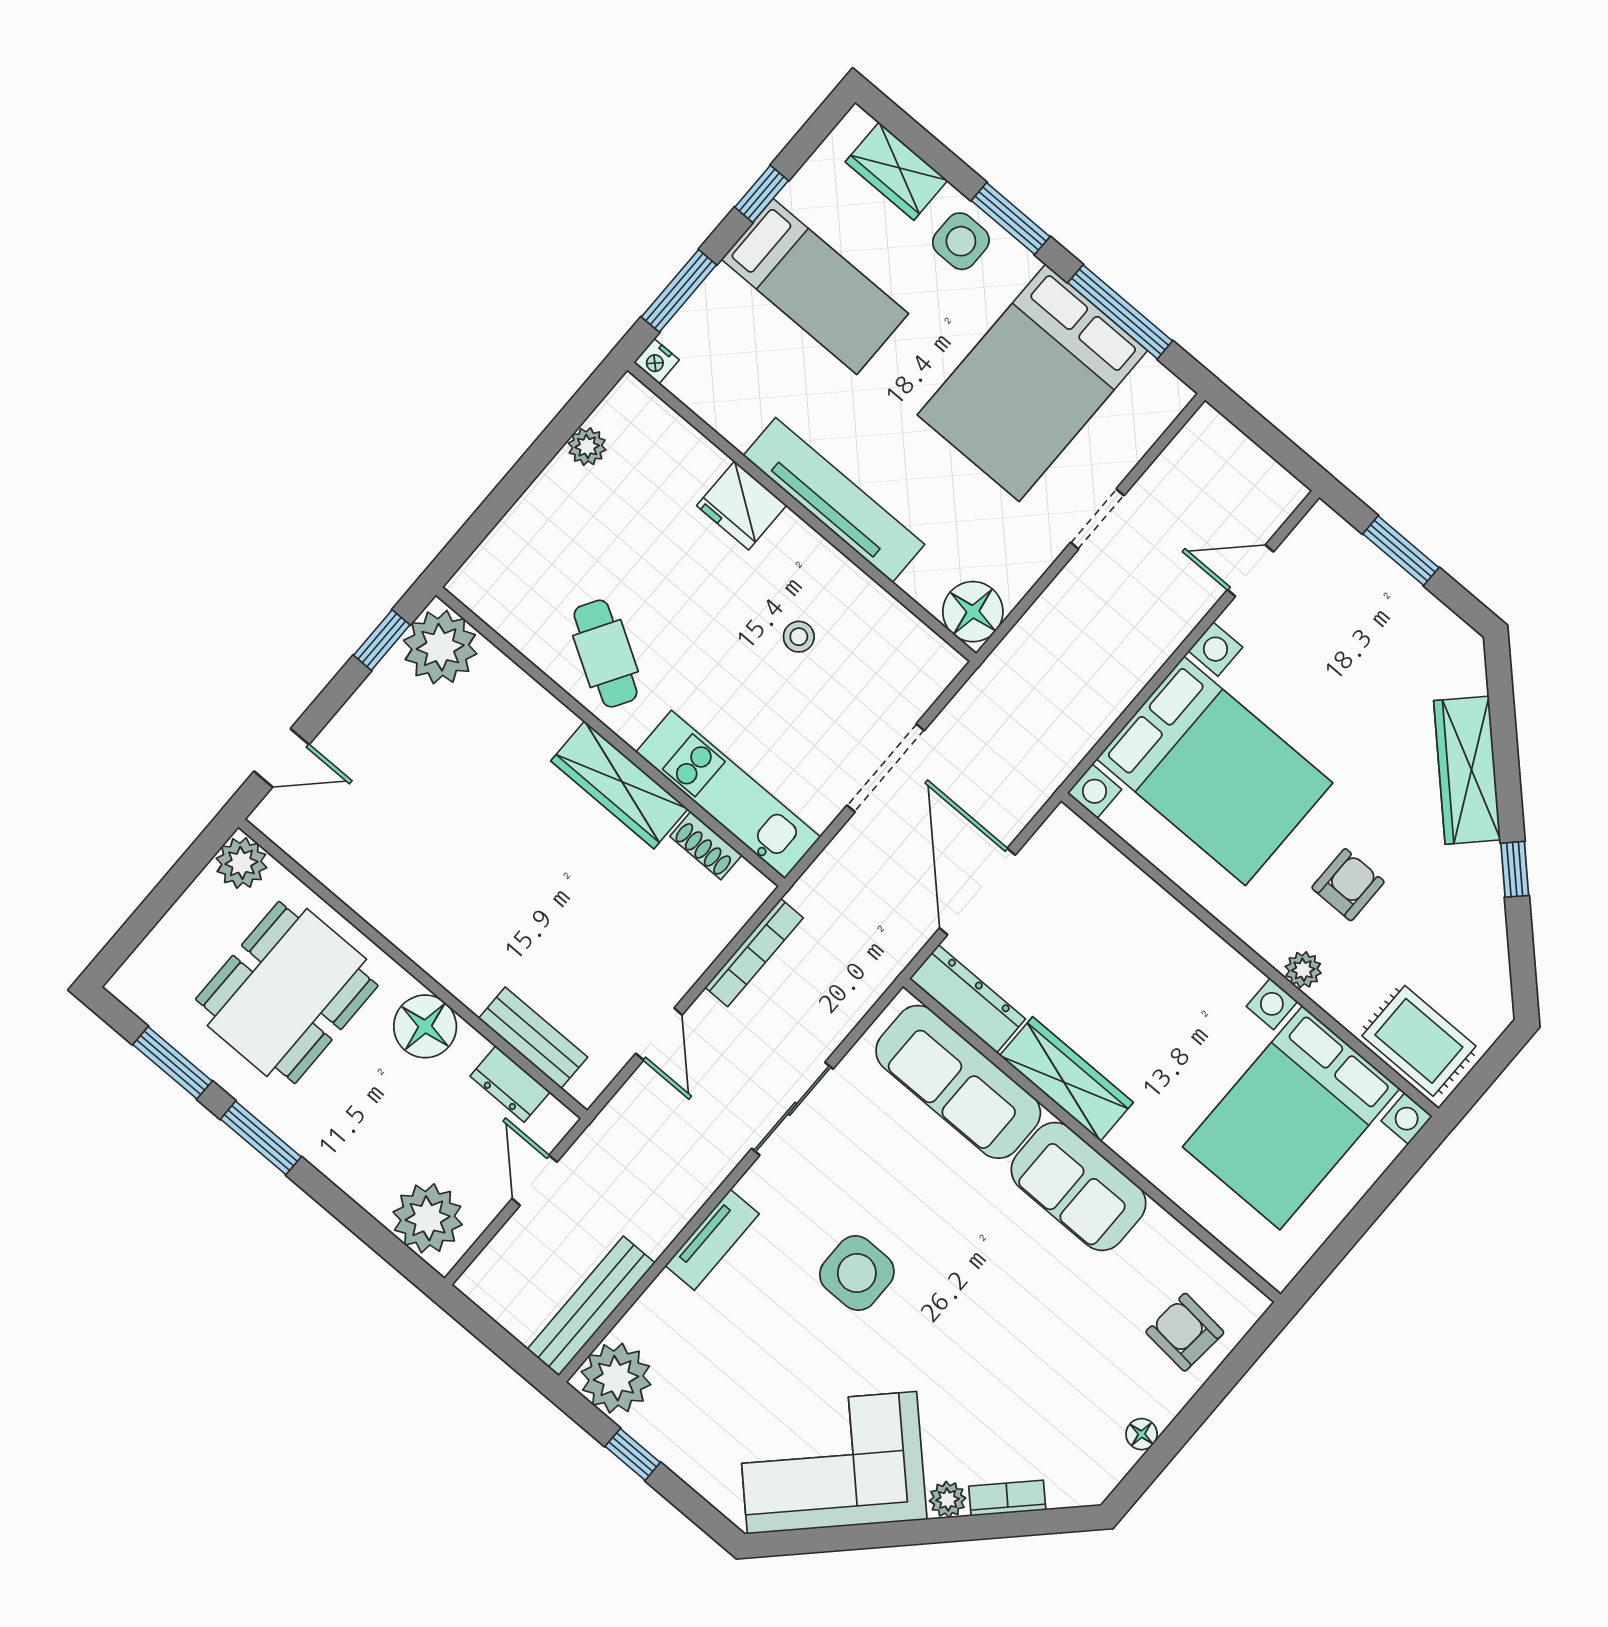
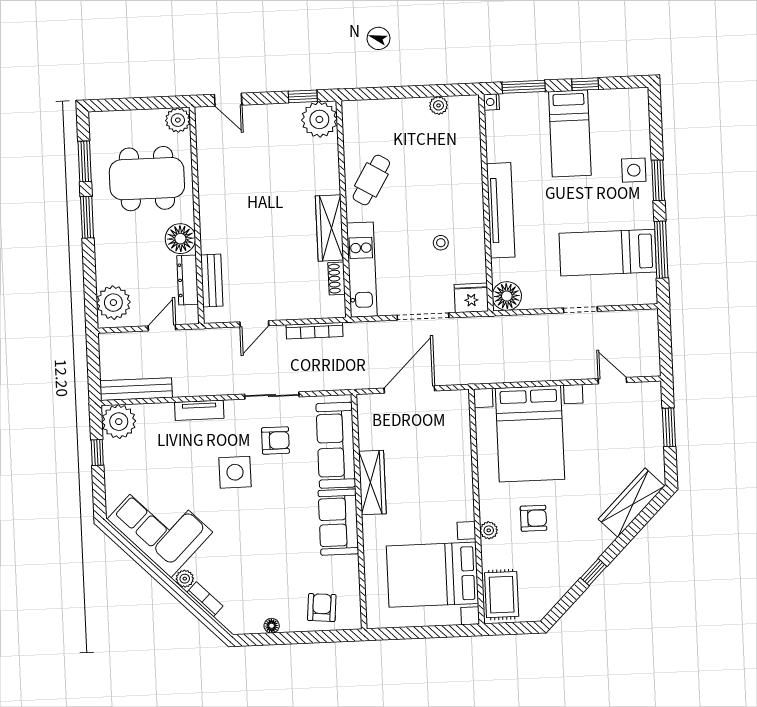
wardrobe: (896, 171) -> (637, 124), removed
bed: (1032, 383) -> (608, 253), width x0.67
fridge: (742, 505) -> (471, 298), moved, turned 90
wardrobe: (1467, 770) -> (631, 503), moved
dresser: (967, 999) -> (368, 421), removed
dresser: (510, 1084) -> (188, 280), width x1.44
armchair: (866, 1167) -> (275, 440), added

